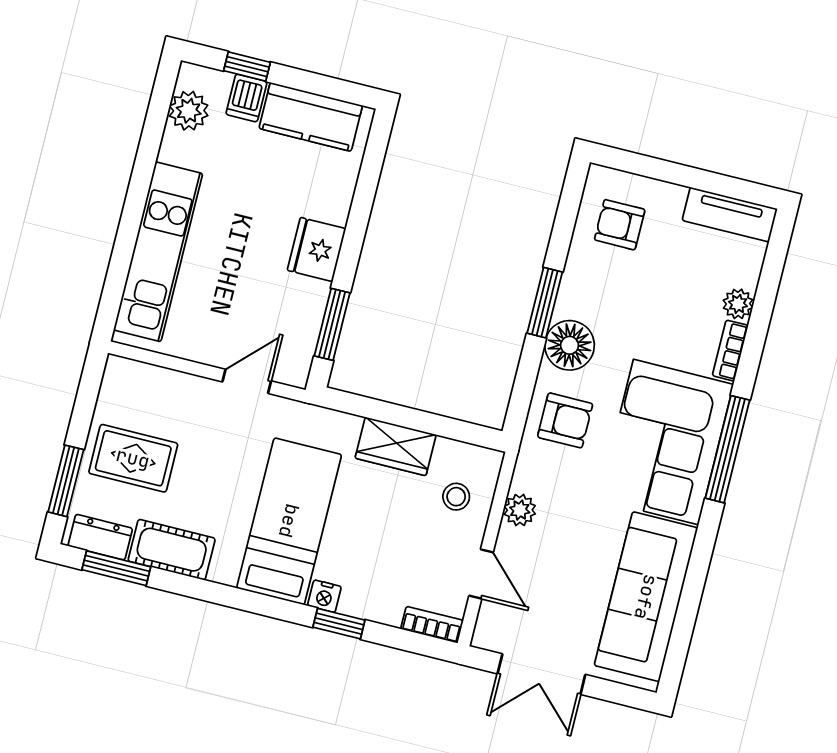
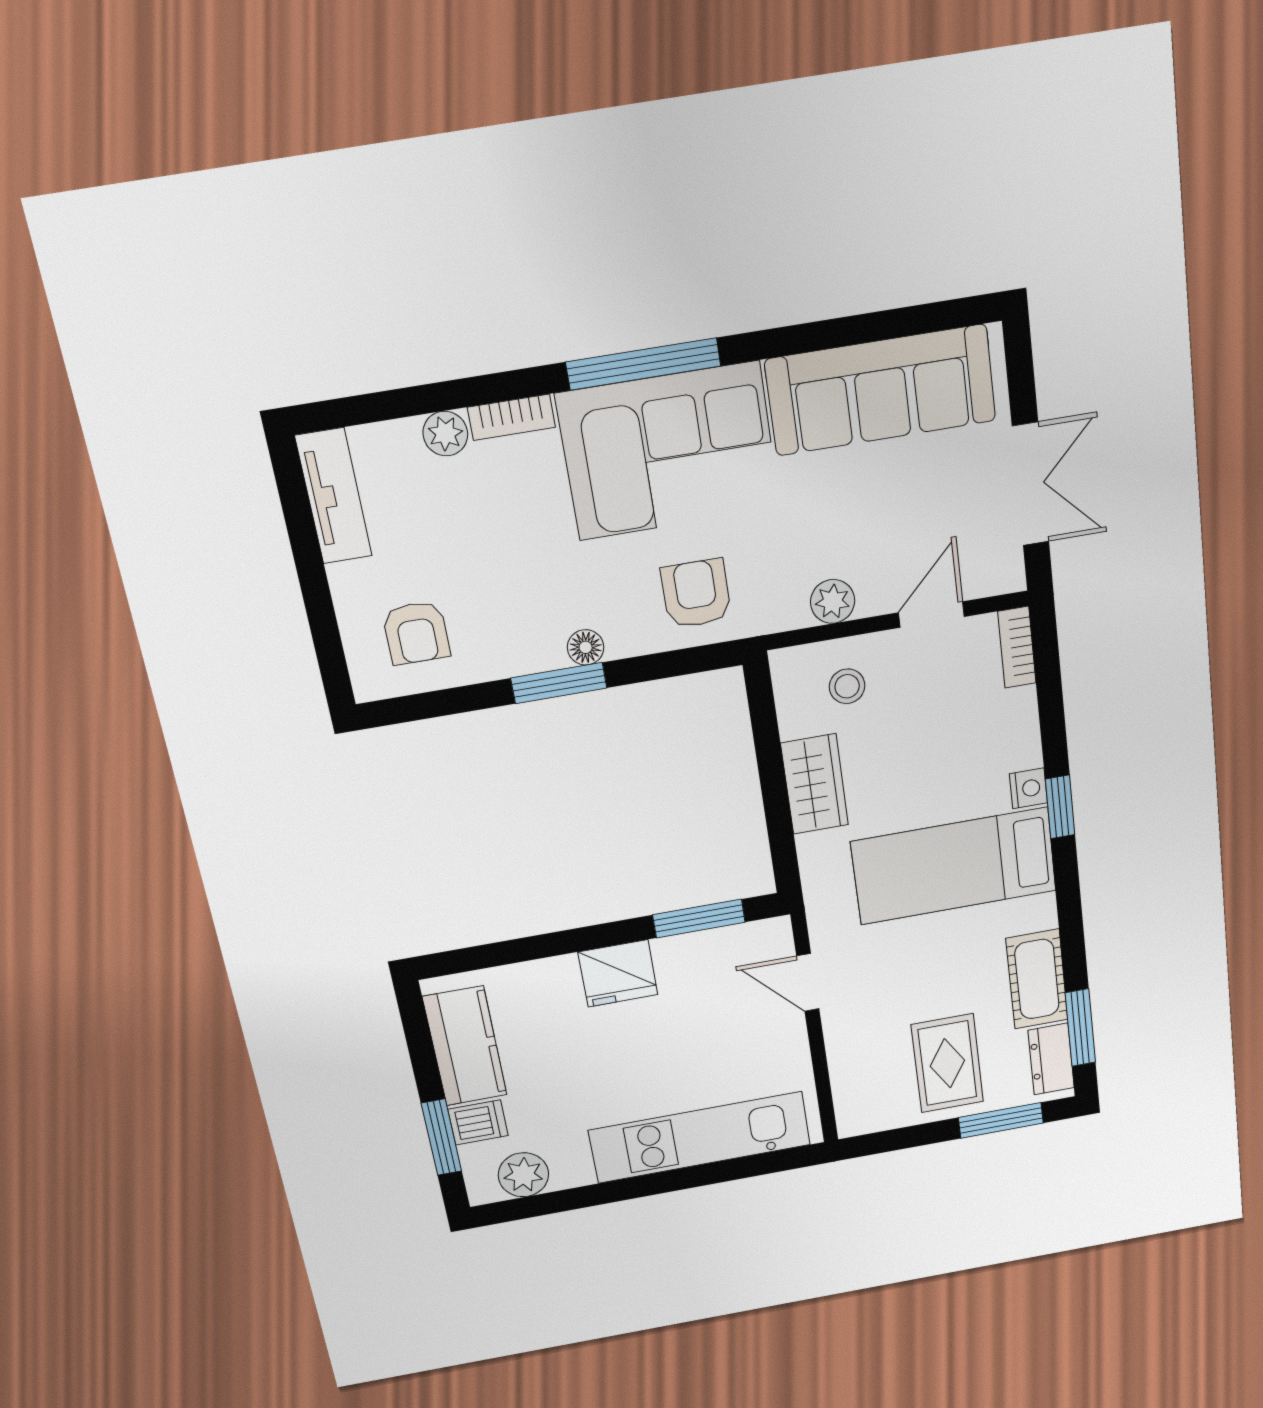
window: (247, 67) -> (441, 1137), width x1.50
floor lamp: (570, 345) -> (586, 647), width x0.53, depth x0.53
window: (339, 624) -> (1060, 807), moved

